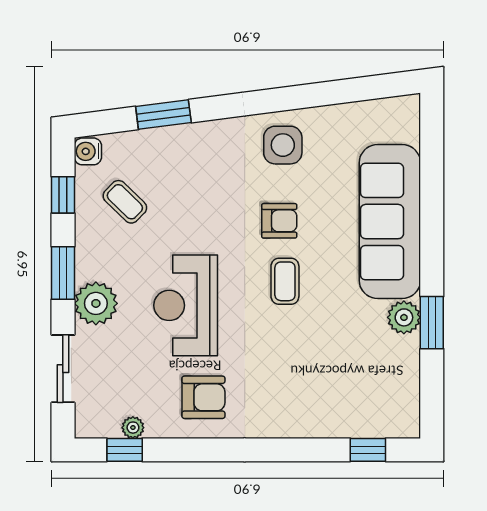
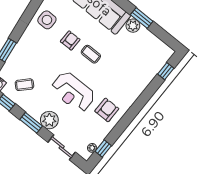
plant: (133, 428) -> (92, 148), moved

